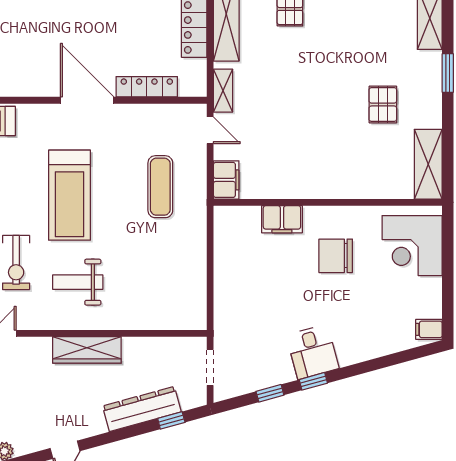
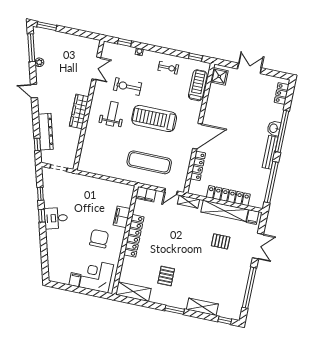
pallet: (383, 105) -> (166, 276), turned 90
exercise mat: (160, 187) -> (149, 162), width x1.36, depth x1.45
locker: (315, 187) -> (134, 236), added
filing cabinet: (429, 329) -> (75, 280), moved

